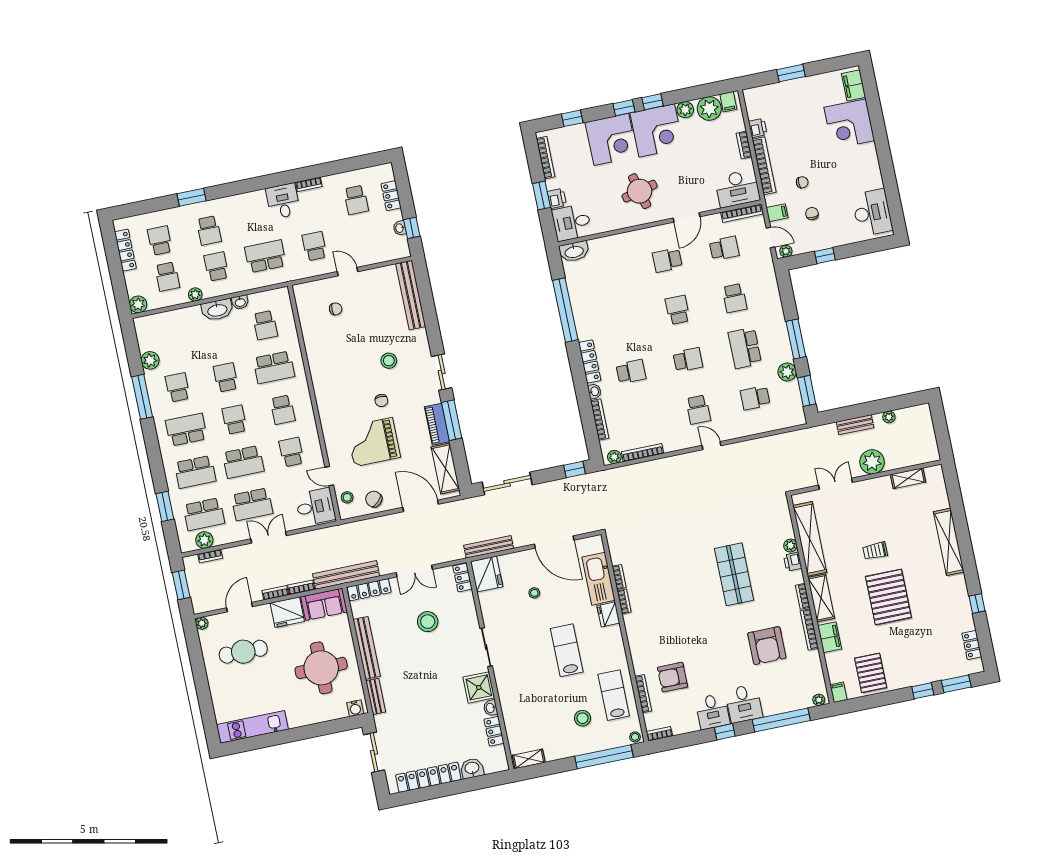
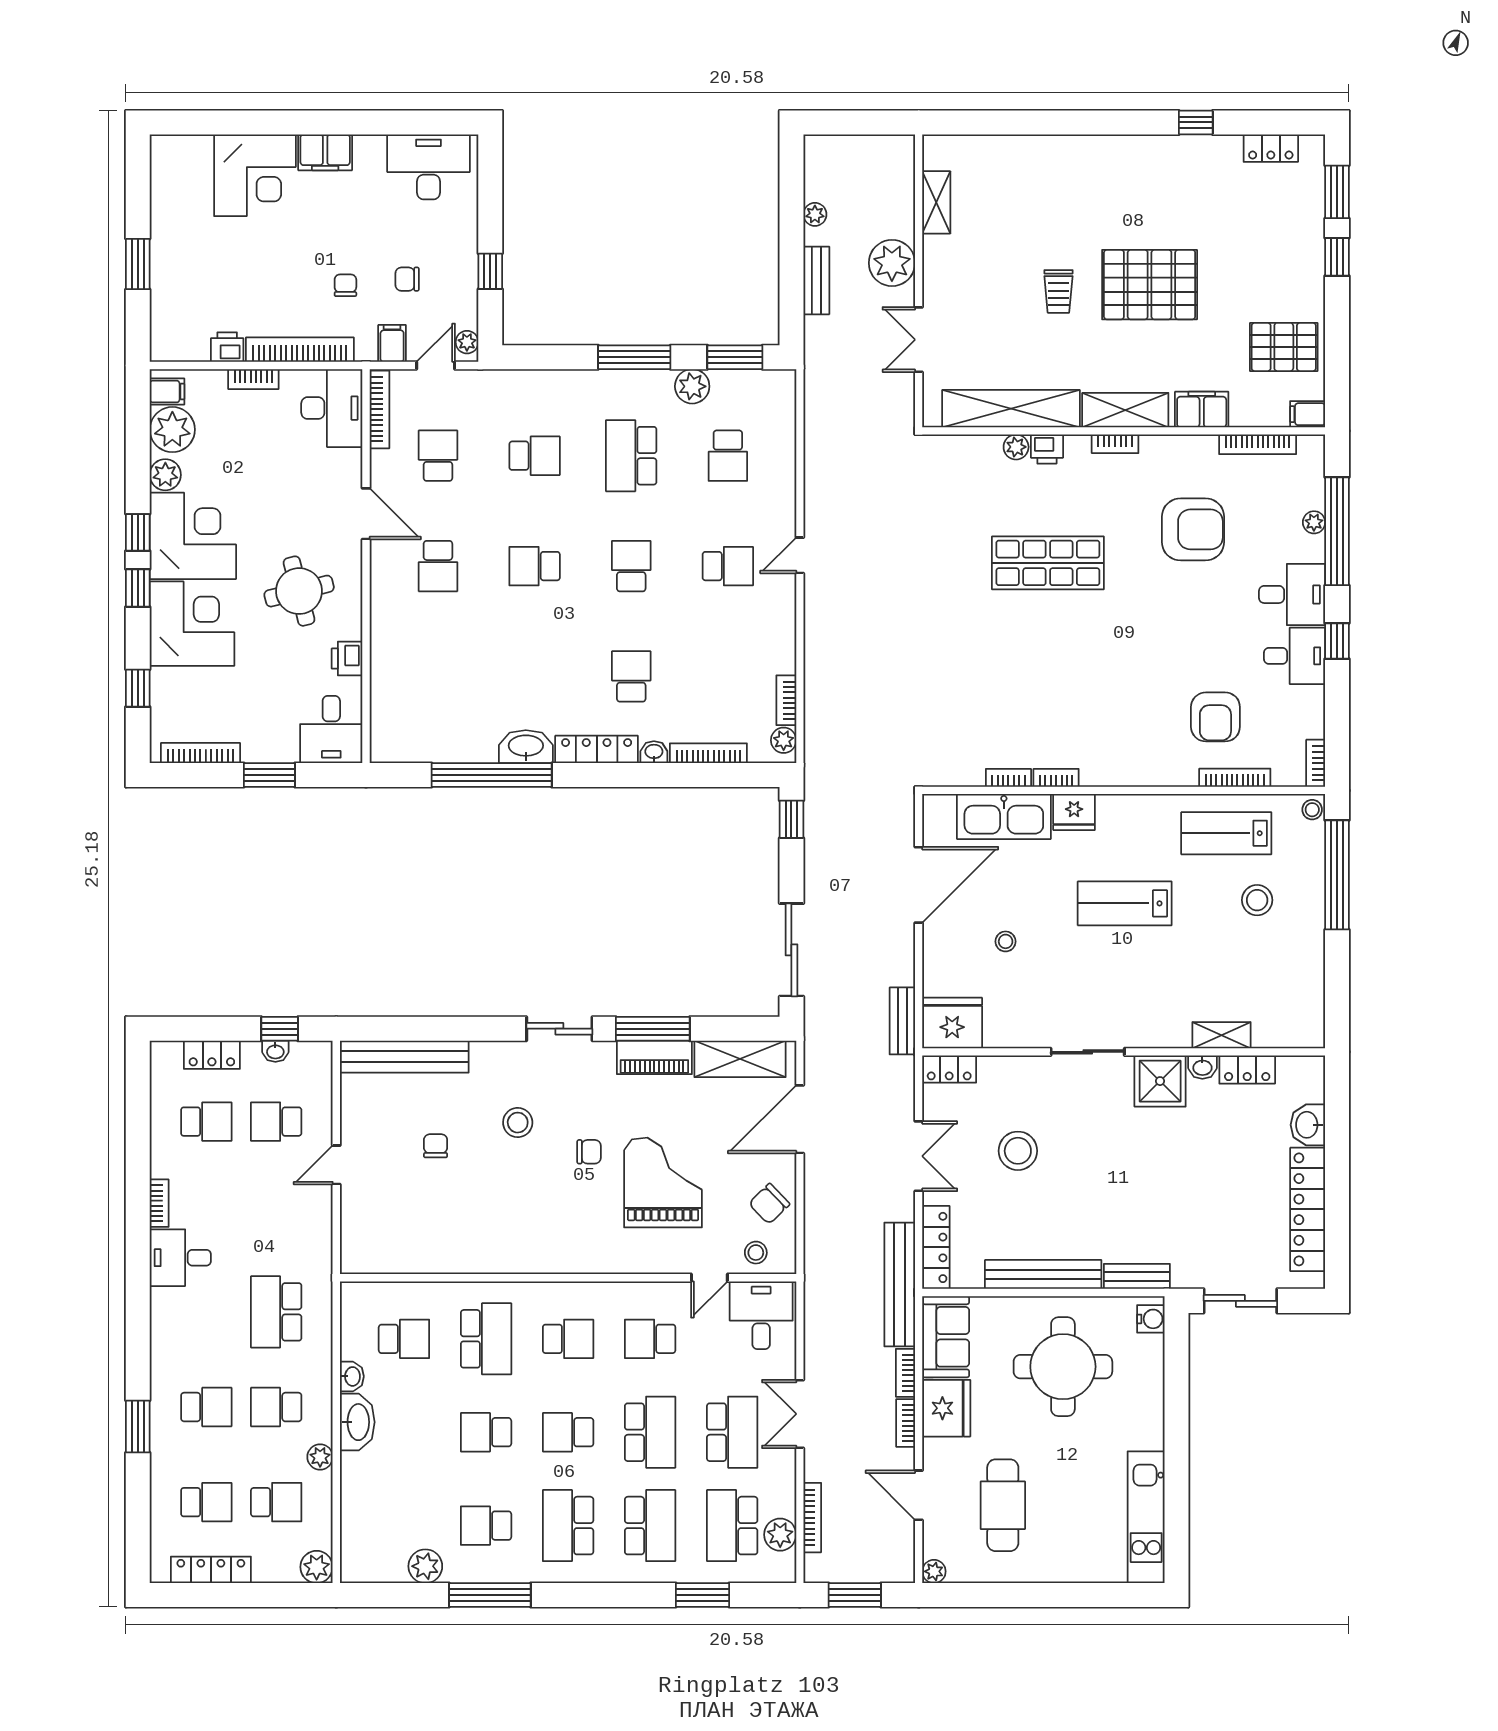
filing cabinet: (854, 85) -> (325, 152), moved
printer: (557, 198) -> (347, 659), moved, turned -90
school desk: (160, 241) -> (206, 1502), turned 180
school desk: (314, 246) -> (276, 1122), moved
washbasin: (574, 251) -> (526, 747), moved, turned -90
chair: (336, 309) -> (436, 1146), moved
school desk: (745, 348) -> (631, 456), turned 90
grand piano: (373, 442) -> (663, 1183), turned 180
bookcase: (642, 453) -> (786, 700), width x0.64
school desk: (204, 514) -> (732, 1526), turned 180
shelving: (949, 542) -> (1070, 151), removed
bench: (489, 547) -> (902, 1021), width x0.73
bookcase: (210, 556) -> (812, 1518), width x1.56
bookcase: (809, 629) -> (1258, 444), moved
plant: (819, 700) -> (1314, 522), moved
shelving: (529, 759) -> (1221, 1035), moved, turned 90

